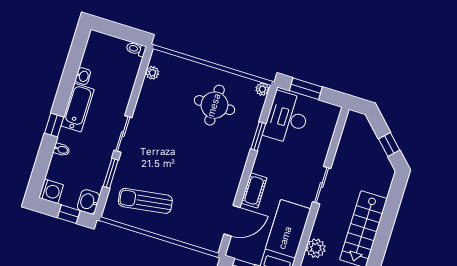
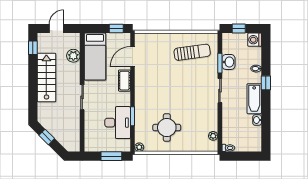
desk: (287, 118) -> (118, 123), moved
washbasin: (88, 202) -> (228, 62), moved

